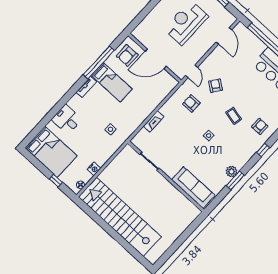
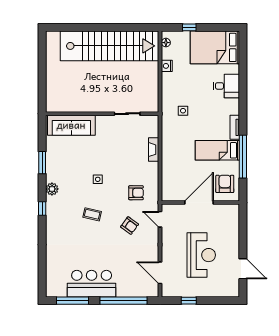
armchair: (260, 126) -> (63, 225), removed
plant: (232, 171) -> (52, 189), moved

